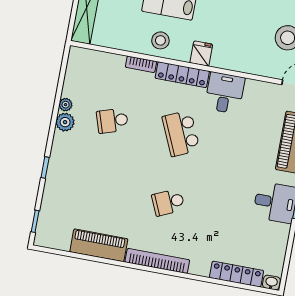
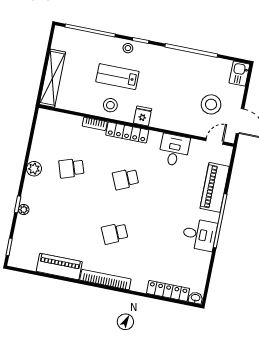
desk: (225, 93) -> (174, 150), moved
plant: (66, 105) -> (24, 210), moved
school desk: (181, 133) -> (126, 179), width x0.54

